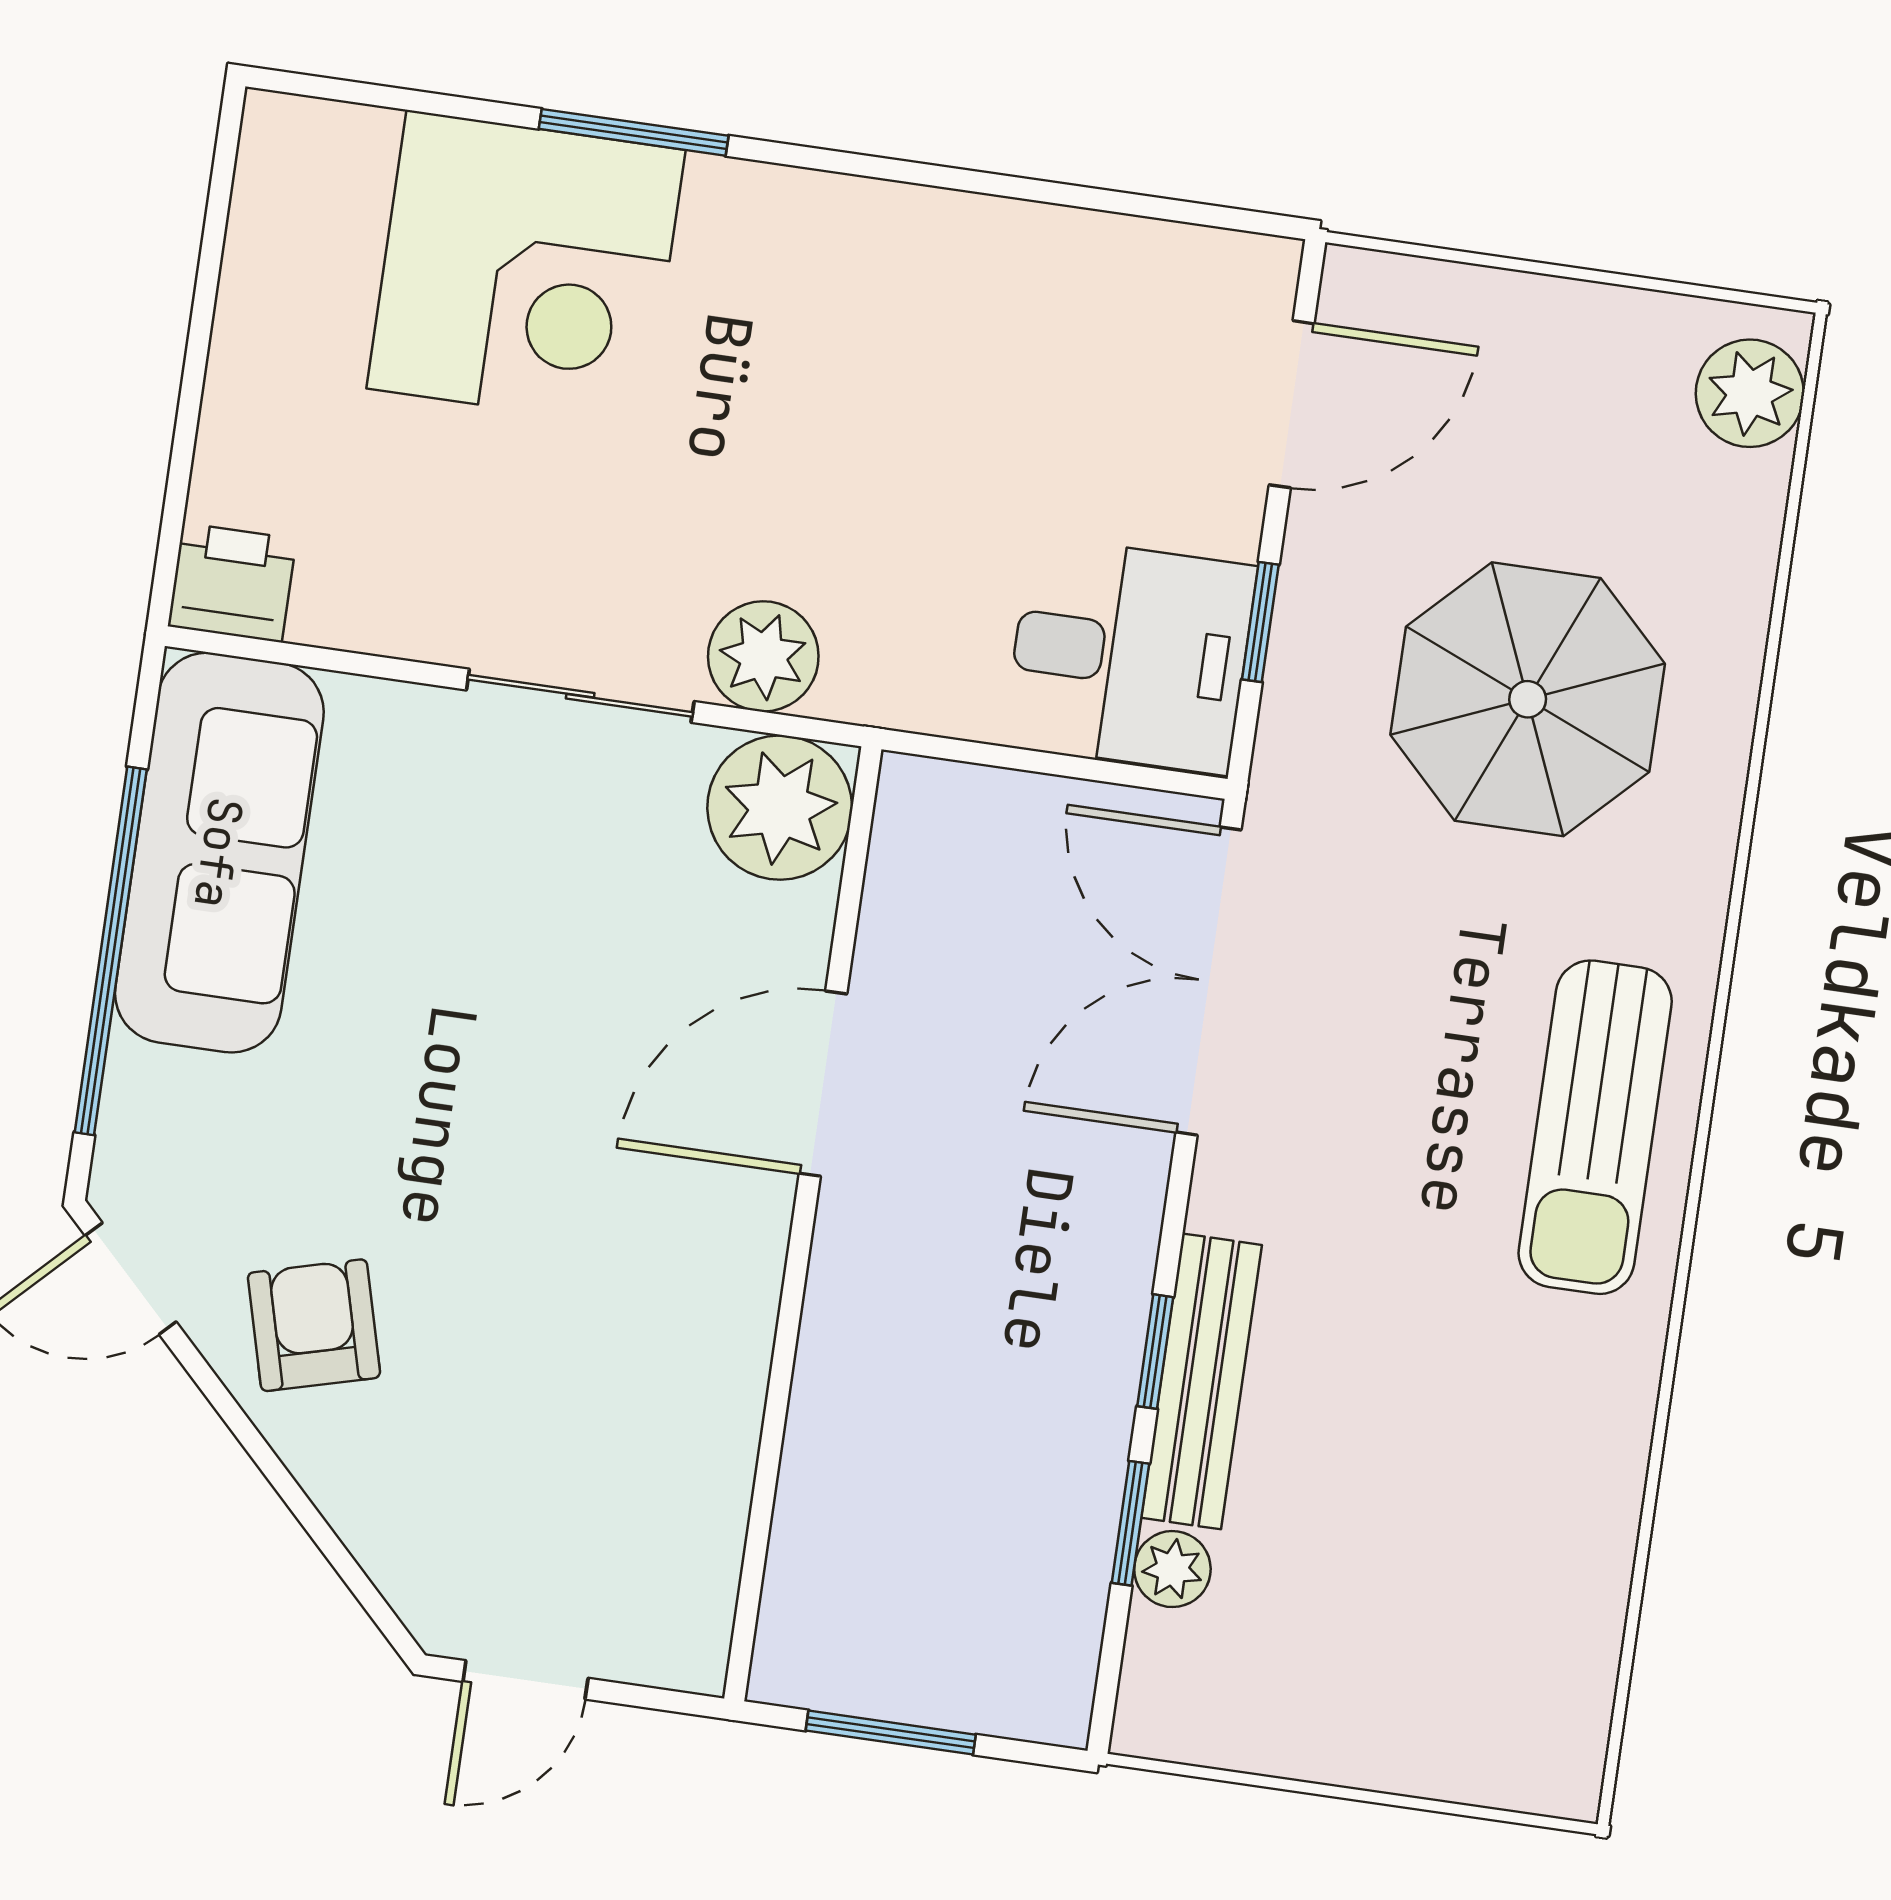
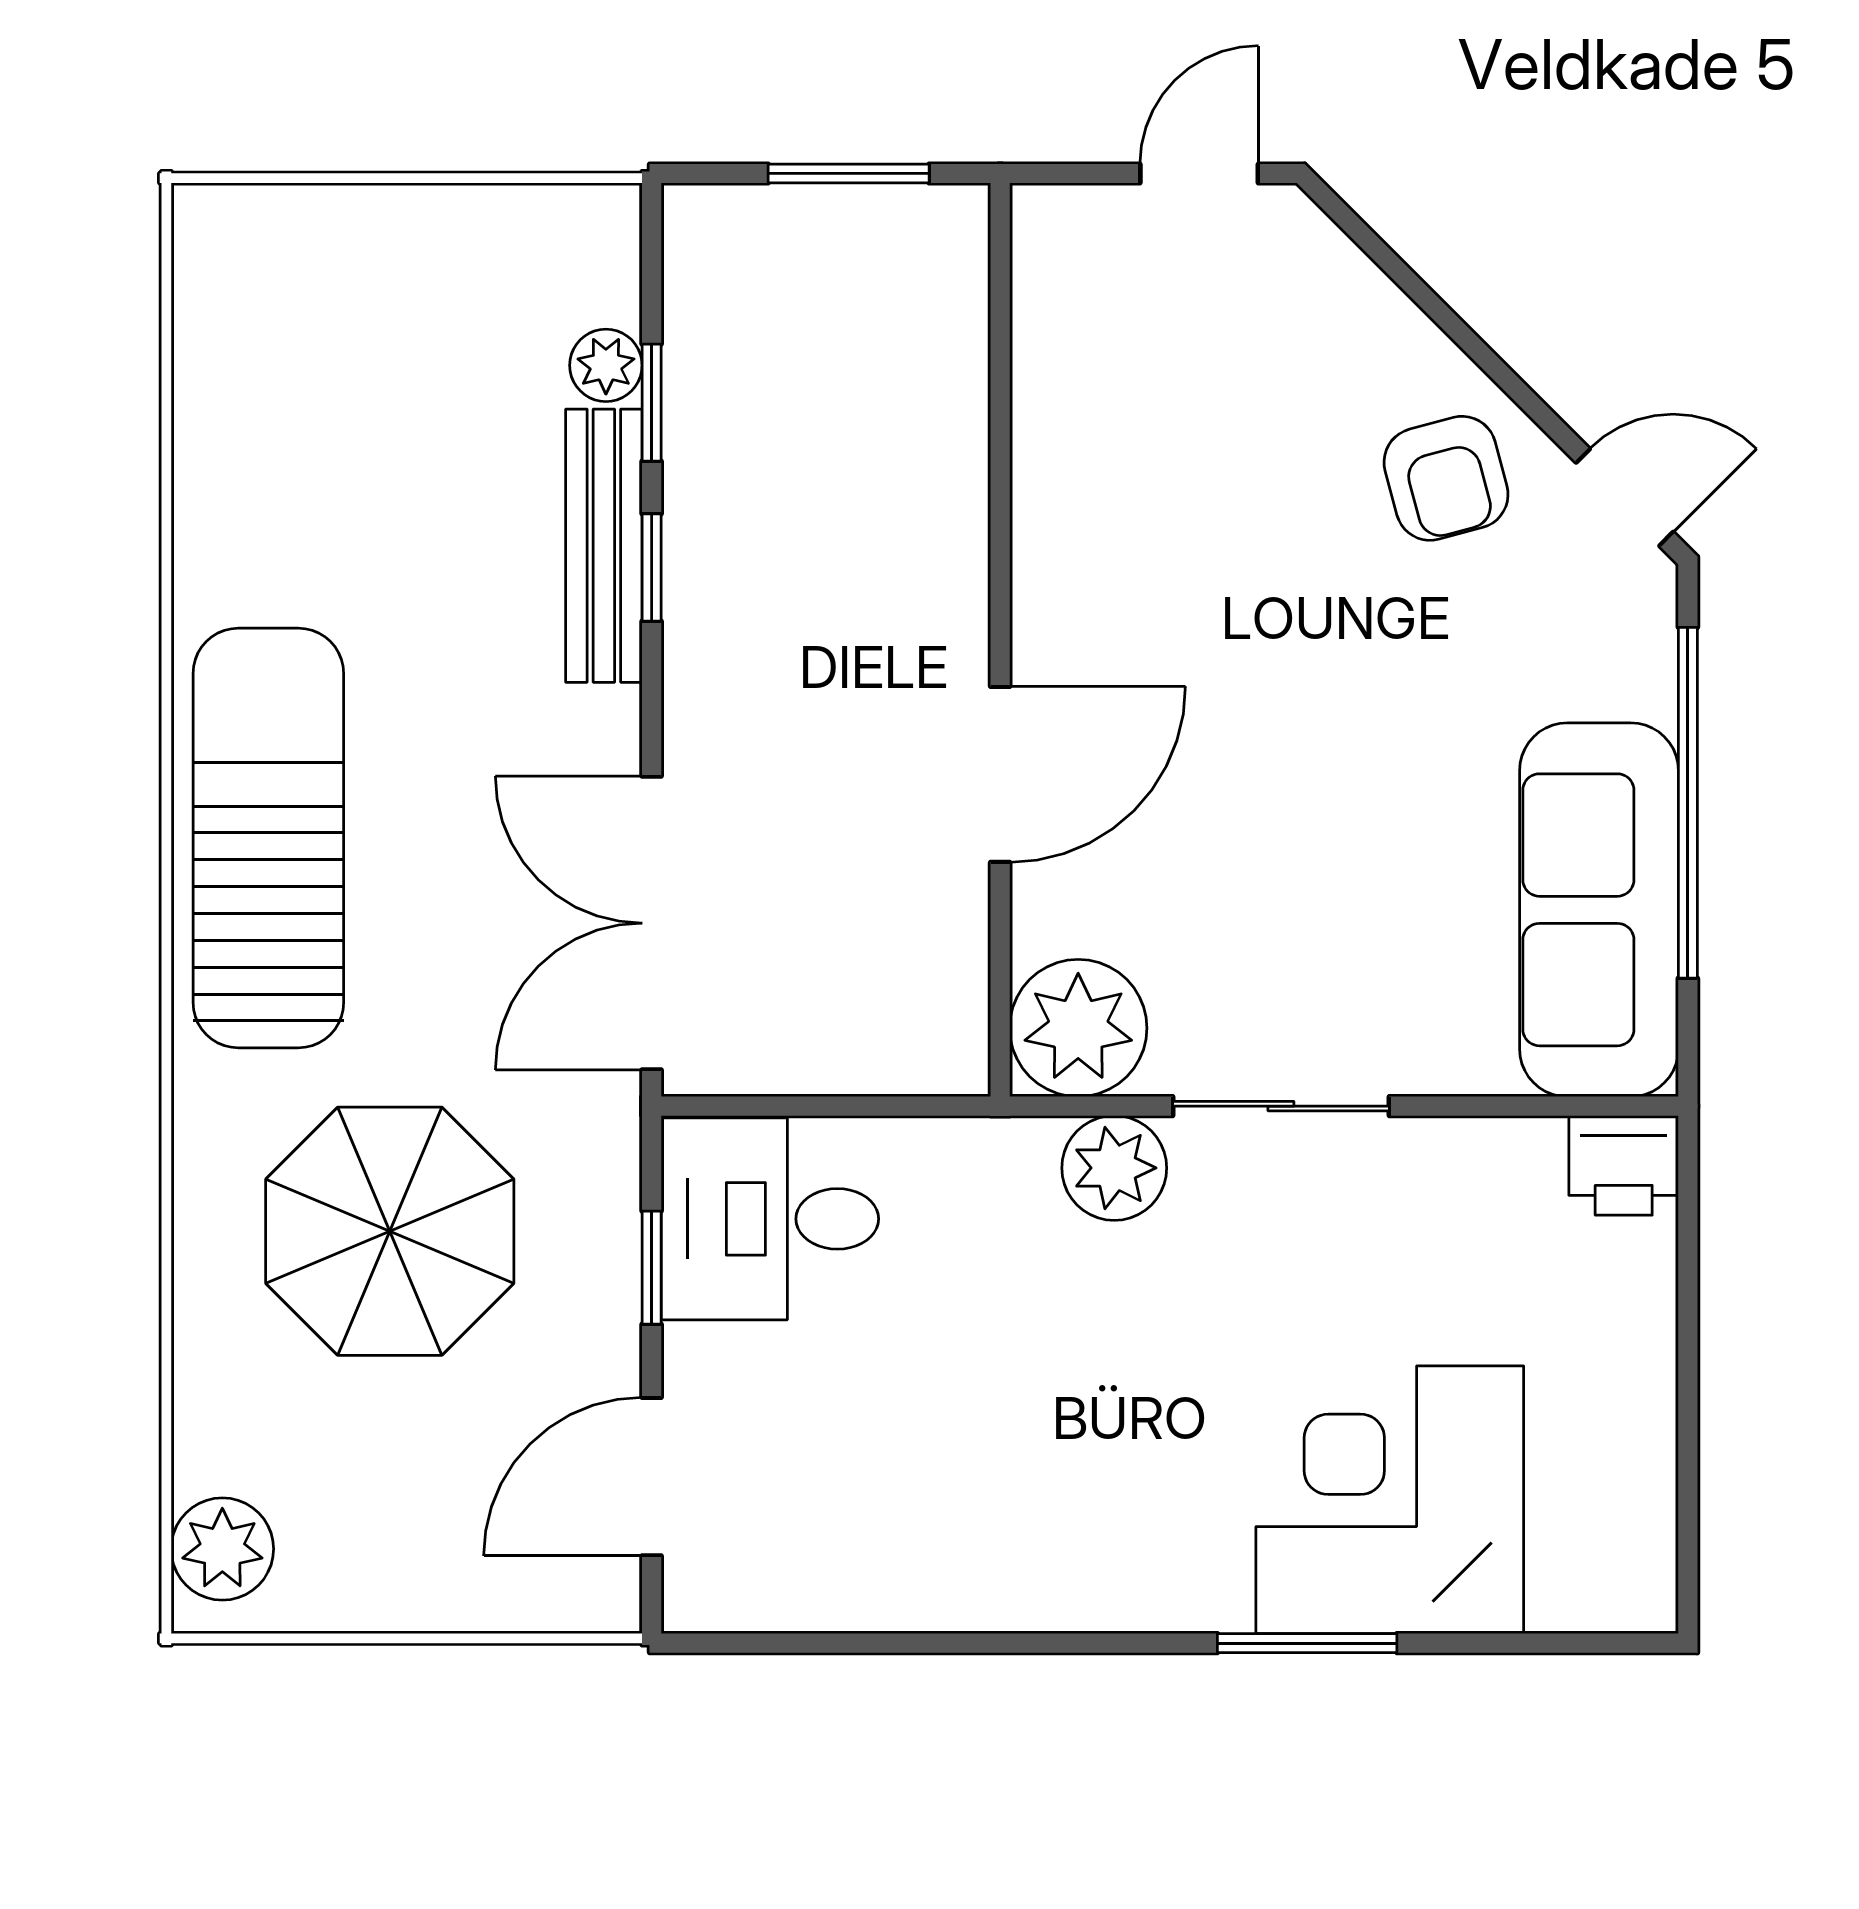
double door: (1209, 981) -> (652, 923), swing flipped
sun lounger: (1595, 1127) -> (268, 838), width x1.36, depth x1.34

